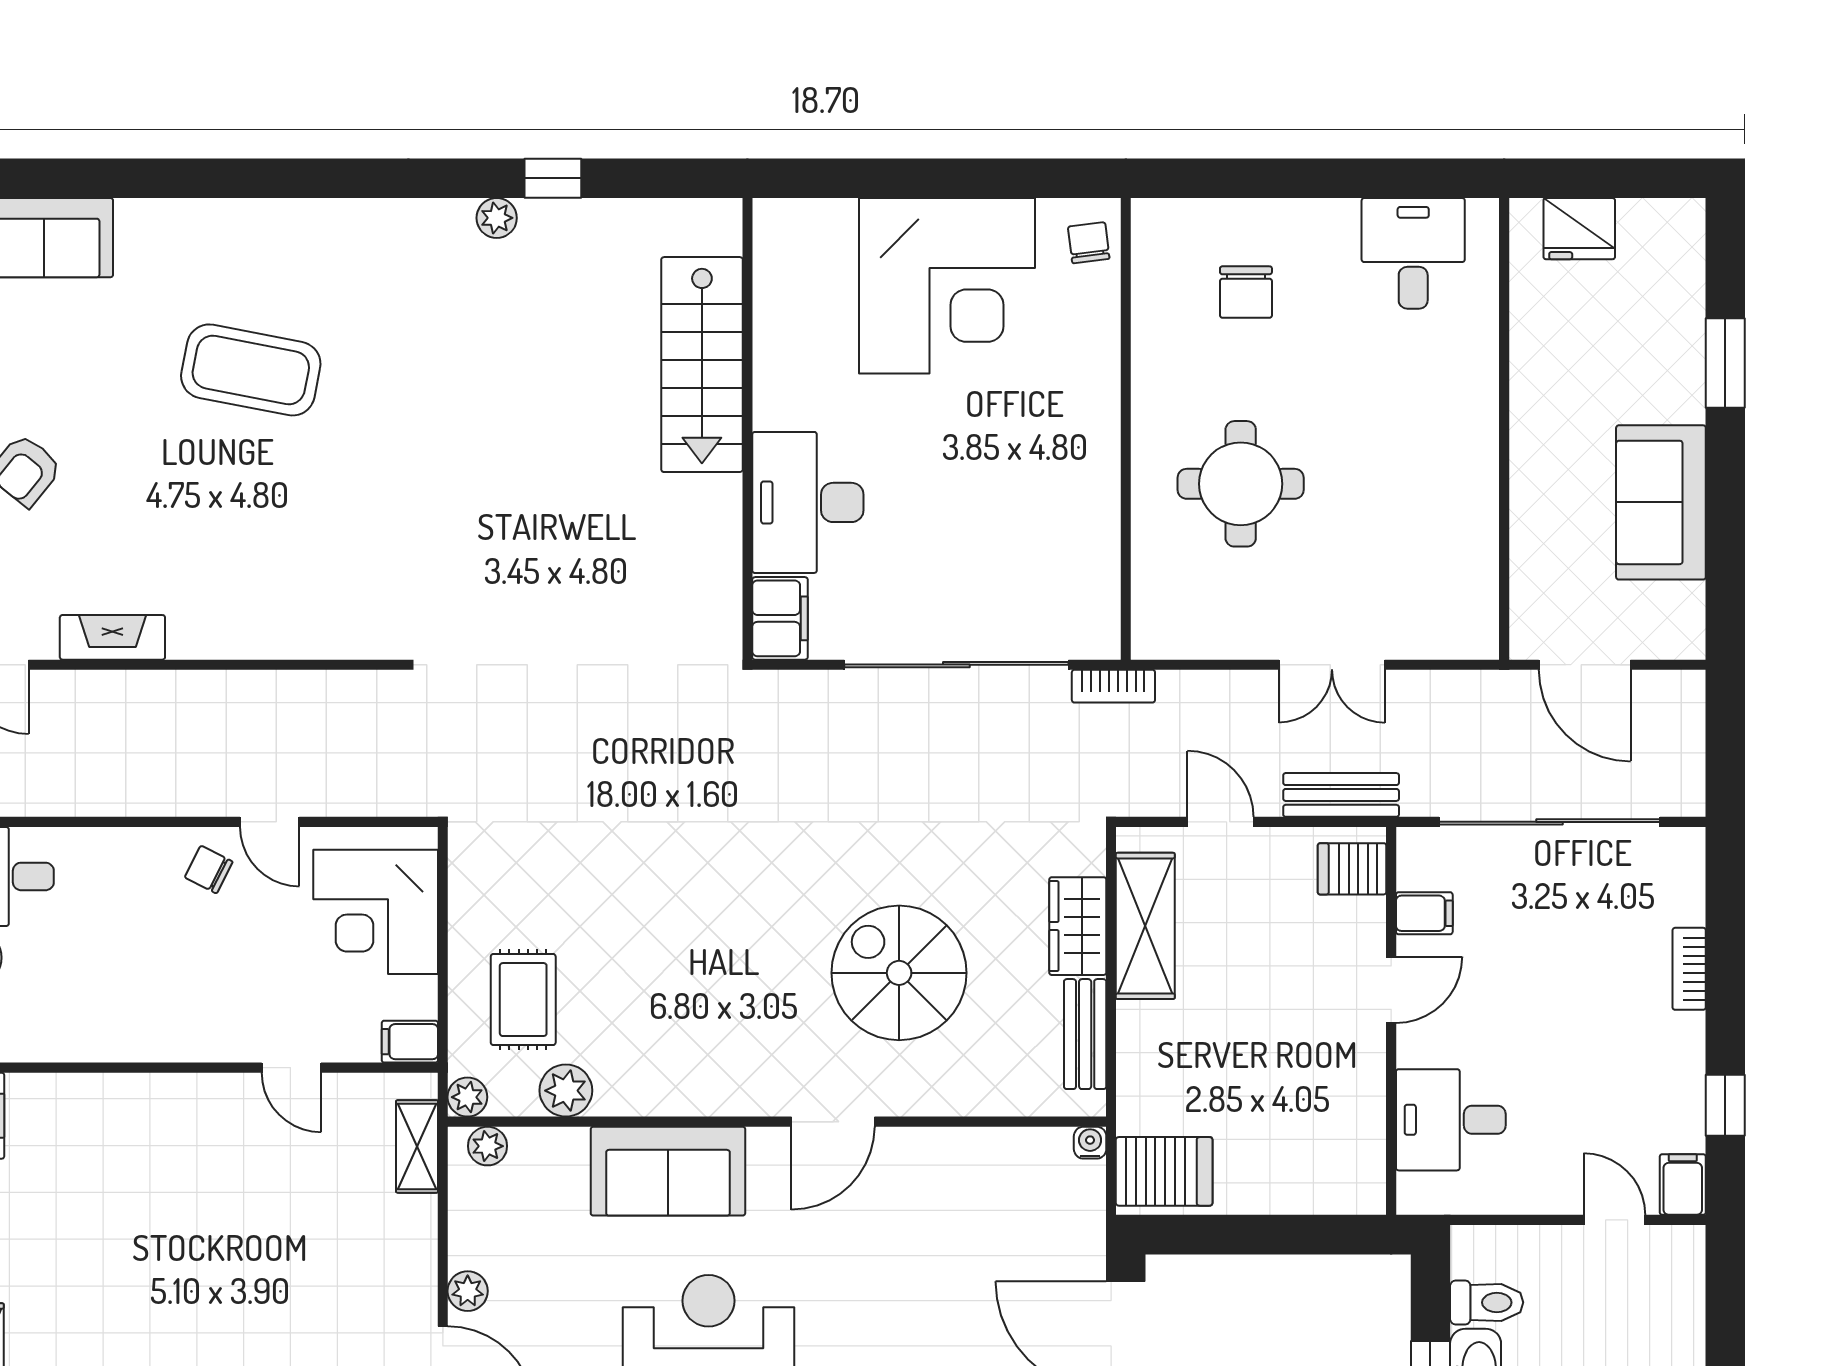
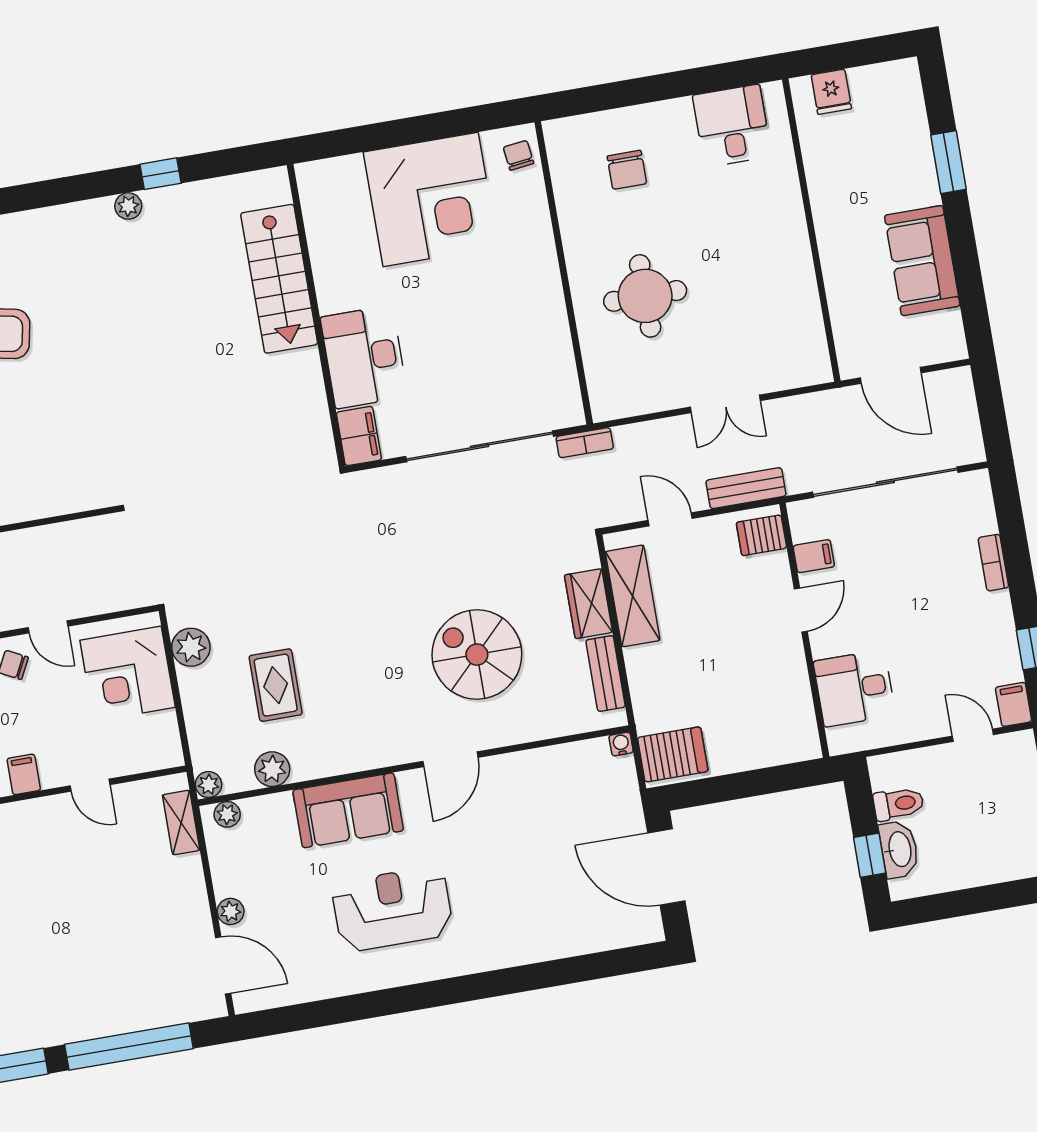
fridge: (1579, 229) -> (831, 92), width x0.72
plant: (477, 889) -> (191, 647), added
rug: (523, 1000) -> (276, 685), moved
filing cabinet: (410, 1042) -> (24, 774), moved, turned 90

